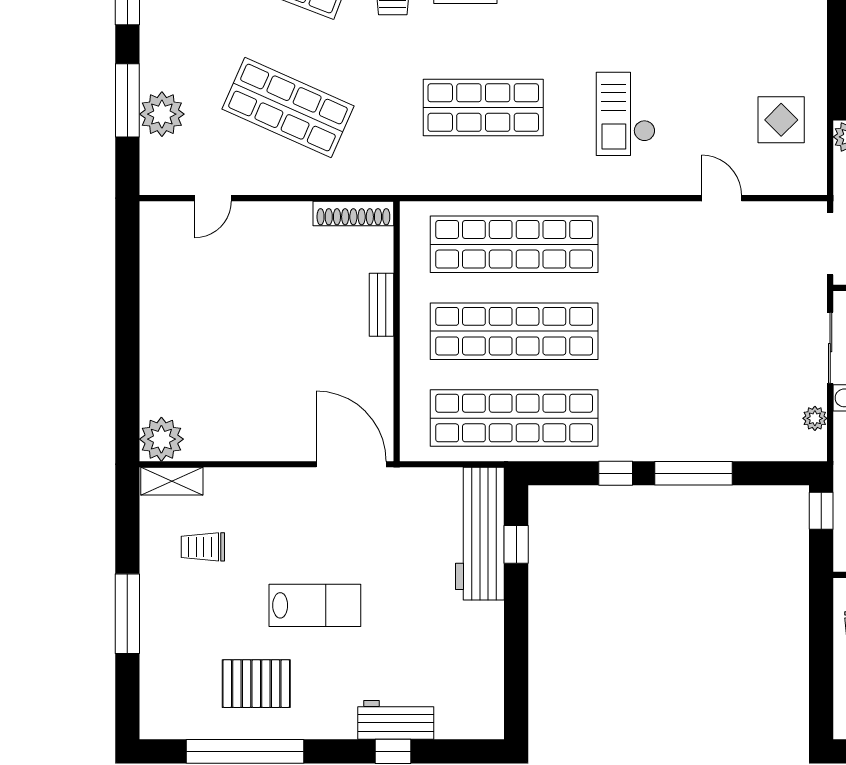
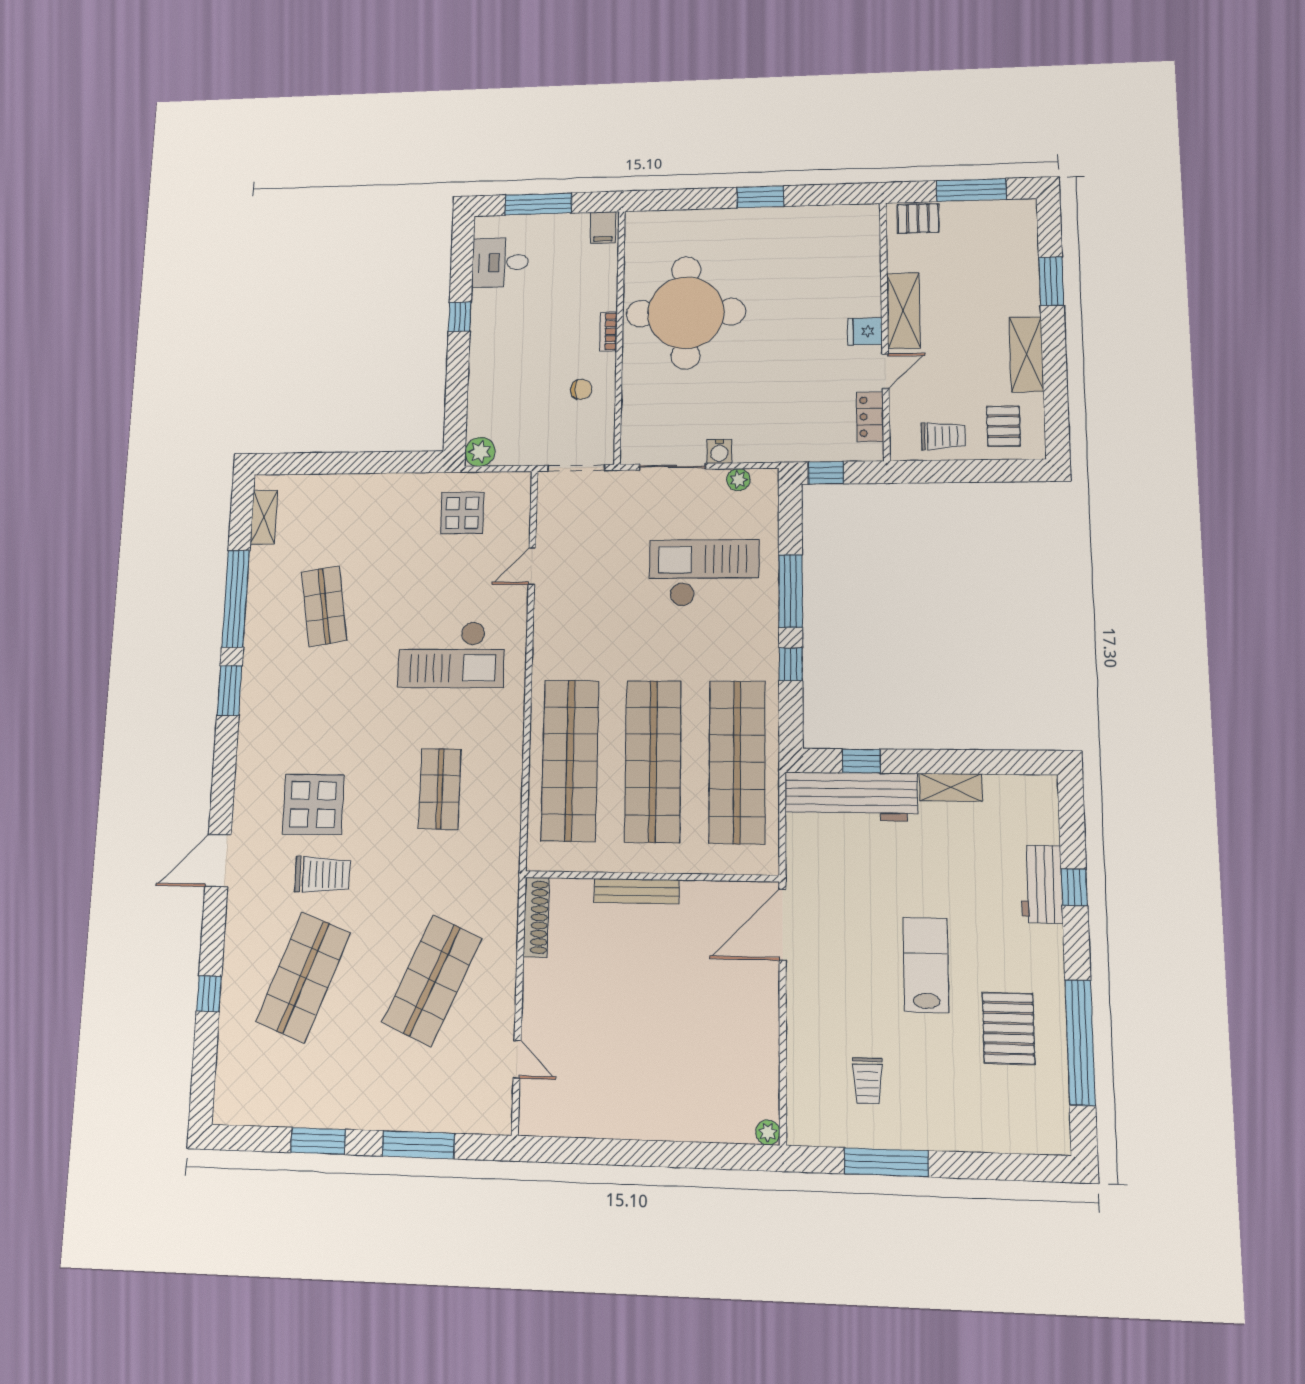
shop shelf: (483, 108) -> (440, 789), width x0.70, depth x0.74
plant: (162, 114) -> (433, 1109), removed
checkout: (626, 114) -> (451, 655), width x1.36, depth x1.21
bench: (381, 305) -> (637, 891), width x1.36
checkout: (713, 383) -> (704, 573), added
plant: (161, 439) -> (768, 1132), width x0.53, depth x0.53
shelving: (172, 481) -> (951, 787), moved, turned 90
window: (127, 614) -> (886, 1162), moved

